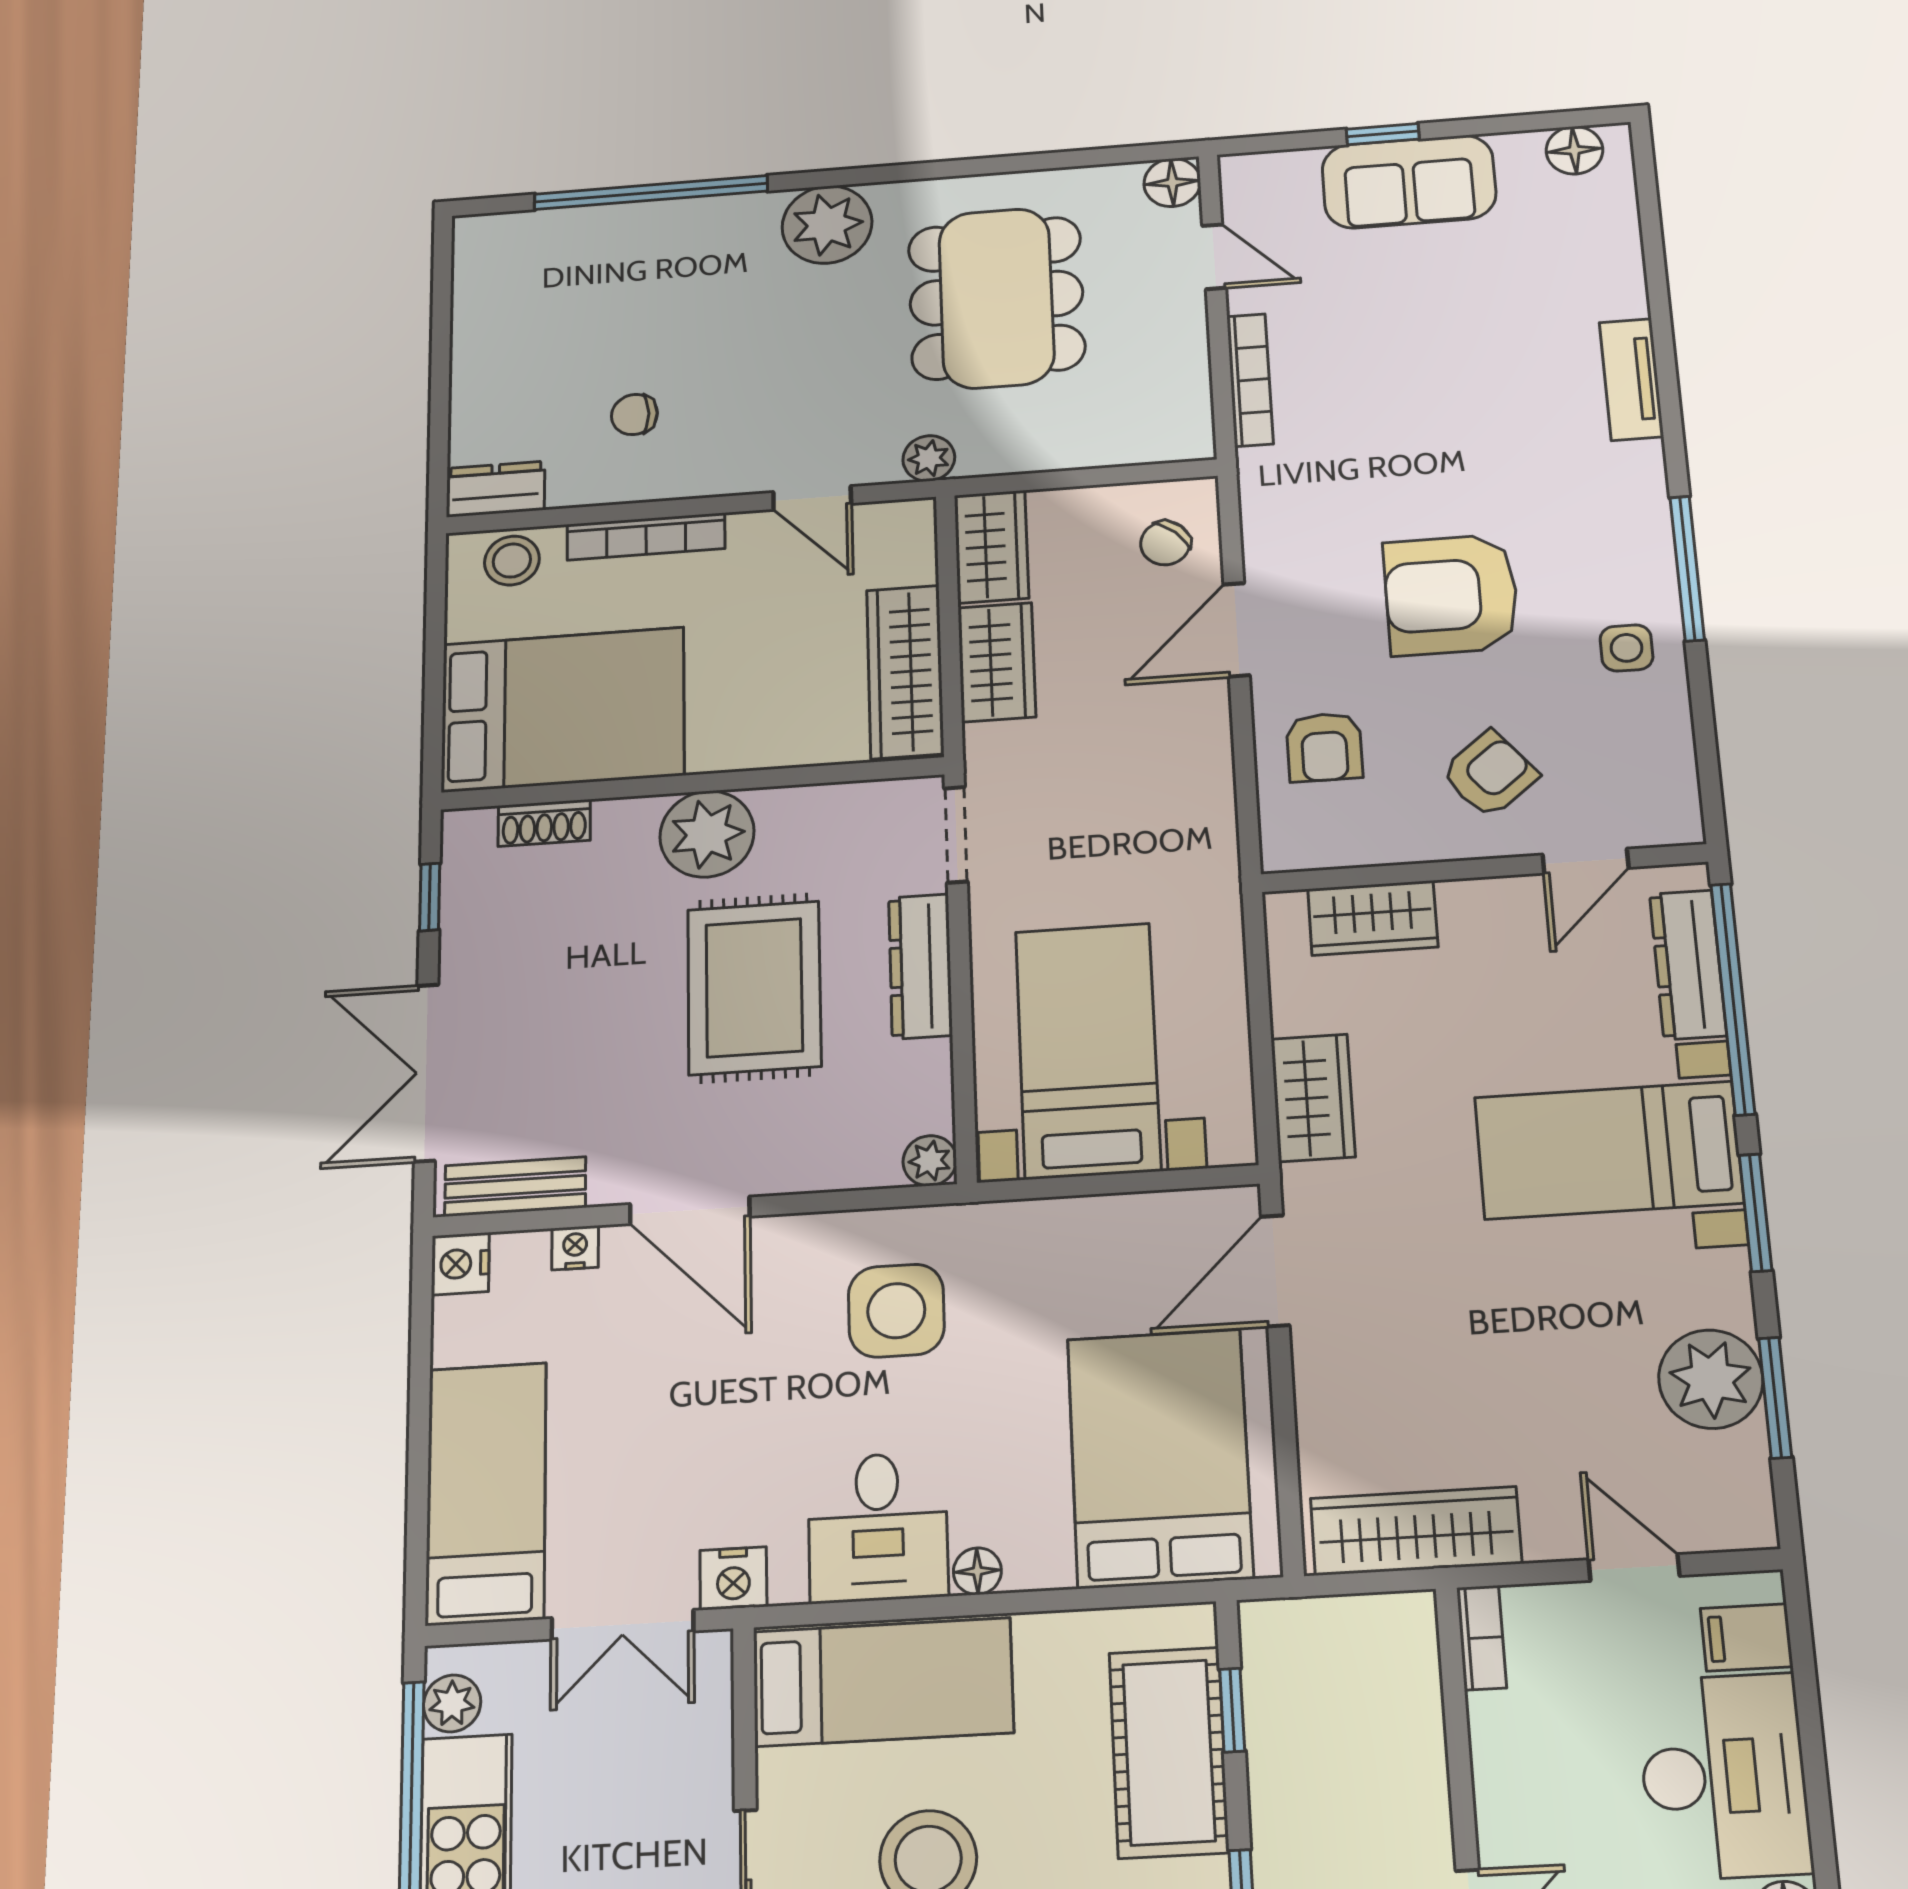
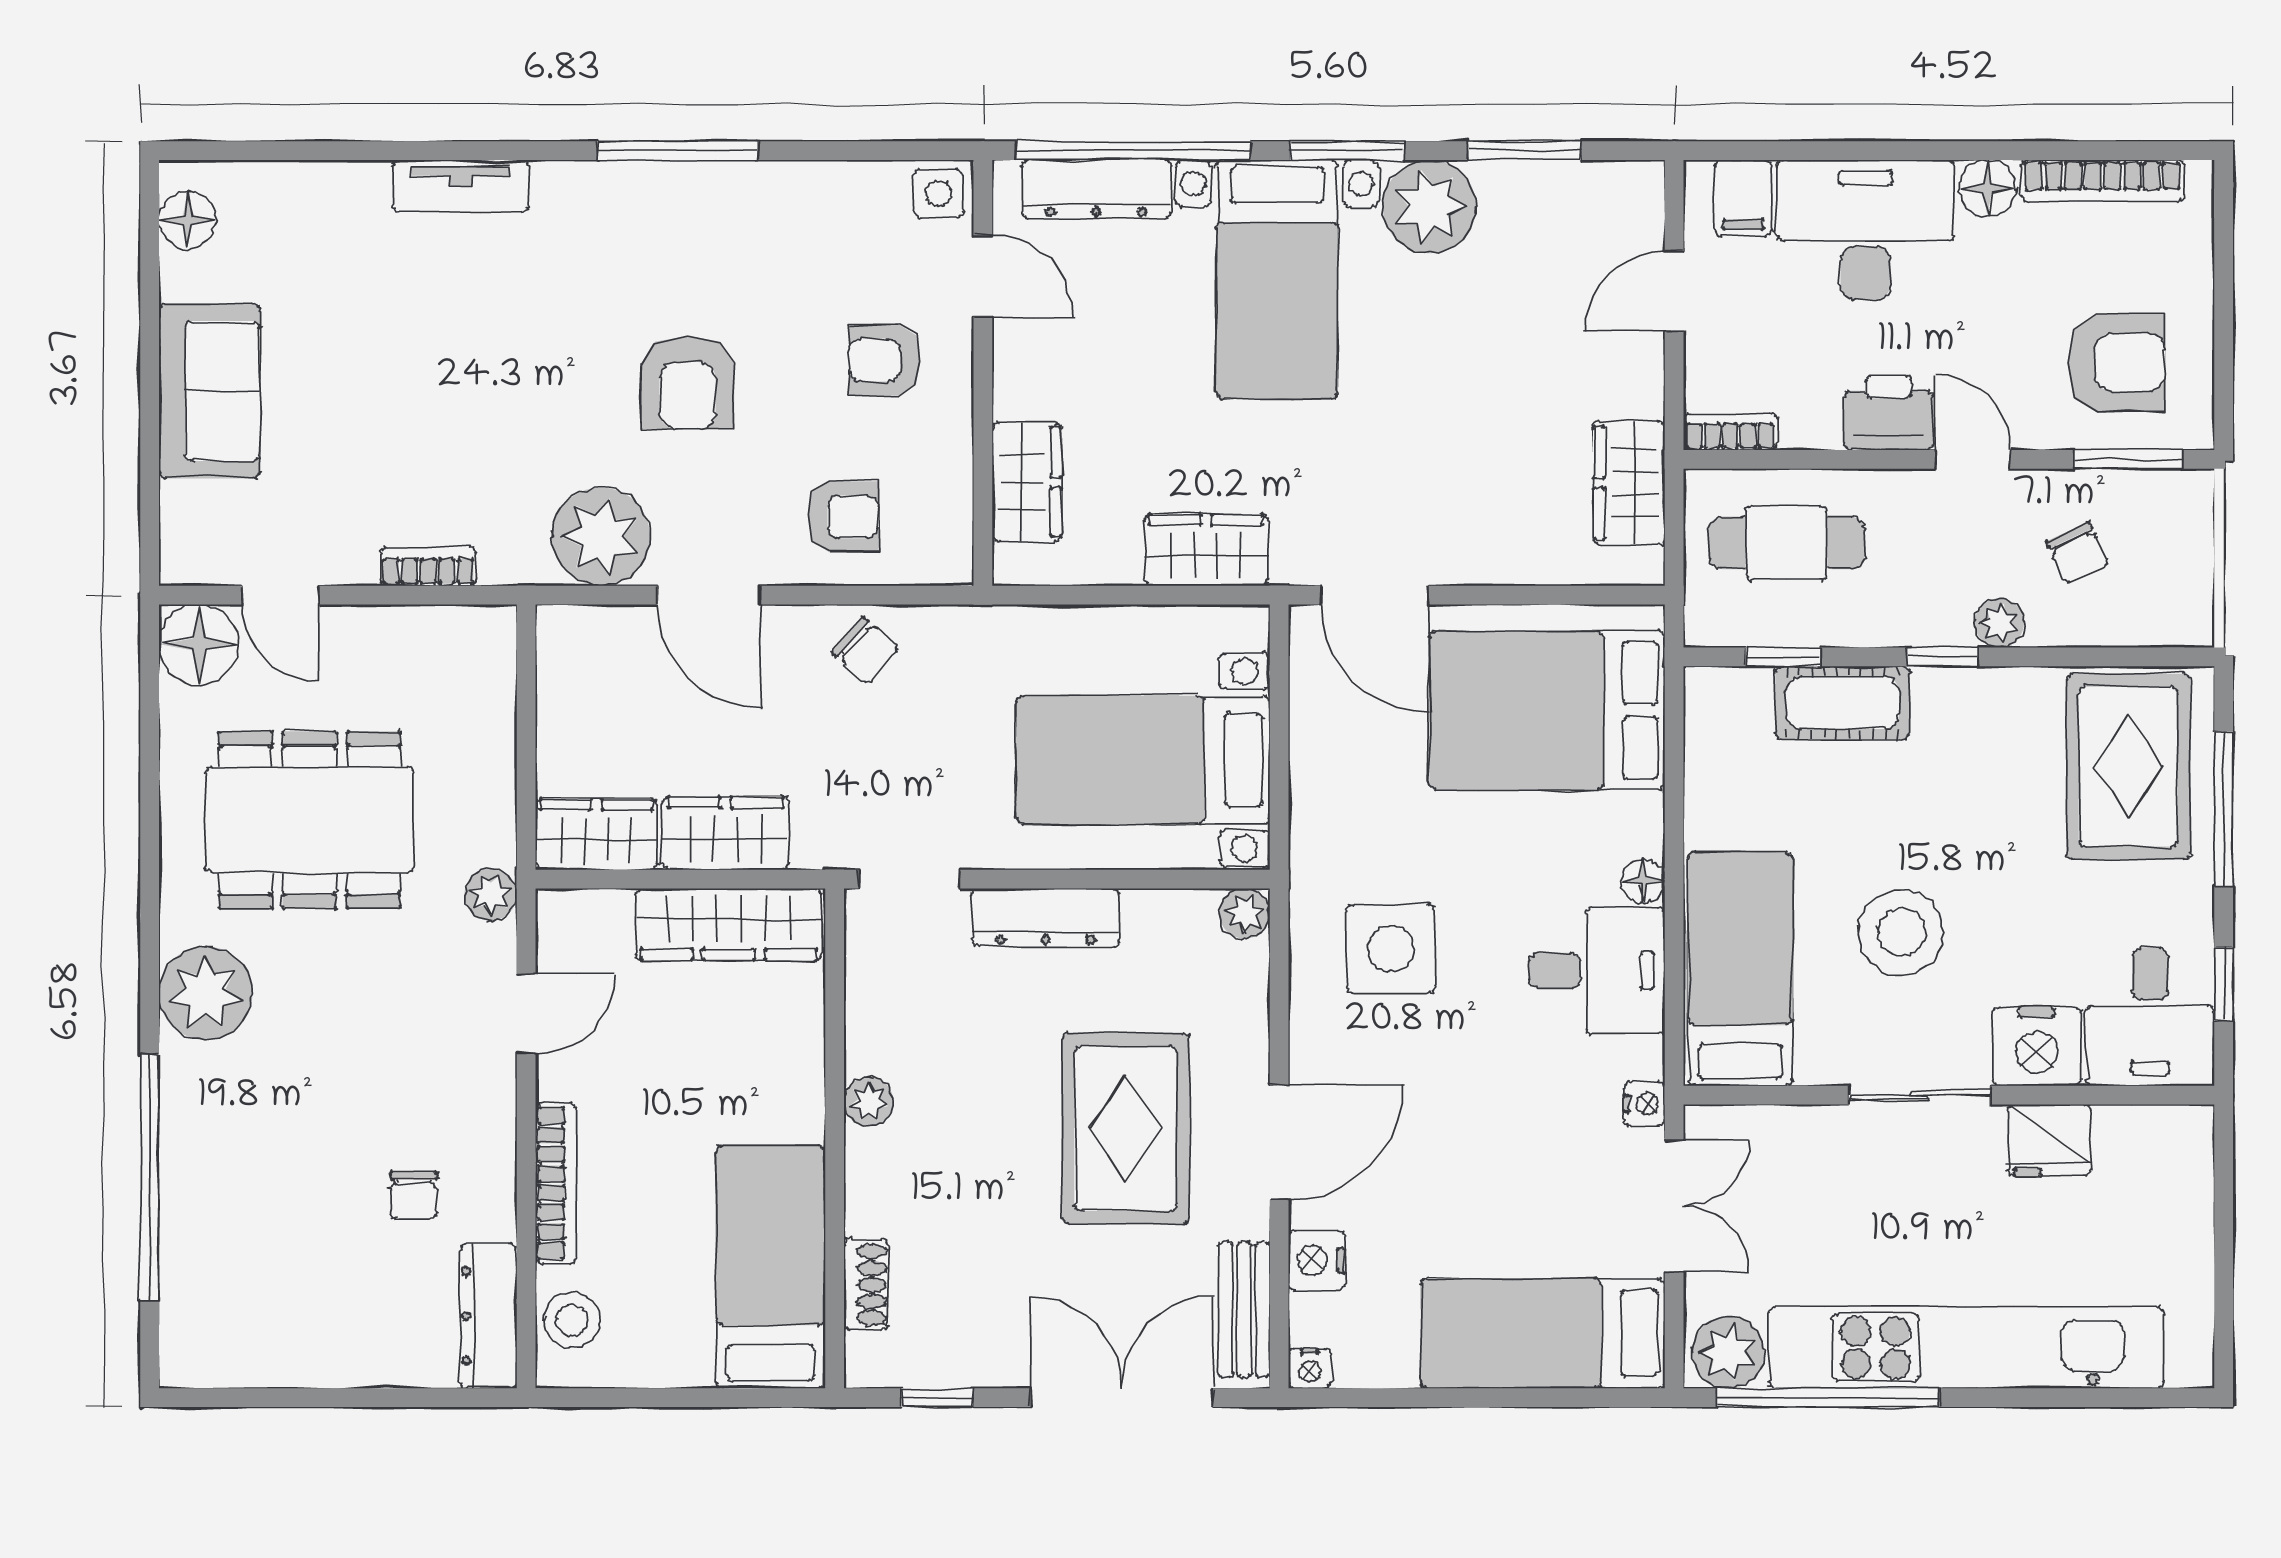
window: (1383, 134) -> (150, 414), removed
floor lamp: (1172, 183) -> (199, 644), width x1.38, depth x1.38
door: (1214, 257) -> (281, 595), swing flipped
bookcase: (1250, 380) -> (428, 566), width x0.64
dresser: (496, 489) -> (488, 1316), width x1.44
plant: (1289, 529) -> (601, 537), added
chair: (1165, 543) -> (865, 651), moved
armchair: (1451, 595) -> (688, 383), width x0.73, depth x0.73
side table: (1627, 648) -> (938, 194), moved
bed: (563, 710) -> (771, 1267), width x0.67
armchair: (1489, 774) -> (884, 360), turned -51
plant: (707, 834) -> (869, 1102), width x0.53, depth x0.53
rug: (754, 988) -> (1125, 1128), moved, turned 90
double door: (426, 1073) -> (1122, 1398), swing flipped
nightstand: (575, 1248) -> (1317, 1260), width x1.39, depth x1.35
nightstand: (460, 1264) -> (1310, 1368), width x0.72, depth x0.74
plant: (1711, 1379) -> (1430, 207), moved
wardrobe: (1416, 1531) -> (1629, 483), width x0.67
nightstand: (733, 1578) -> (1644, 1104), width x0.72, depth x0.74
plant: (452, 1703) -> (1728, 1352), width x1.38, depth x1.38
cafe table: (1360, 1707) -> (1786, 543), added
cot: (1169, 1752) -> (1842, 703), width x0.73, depth x0.75
printer: (1516, 1814) -> (1888, 413), added

